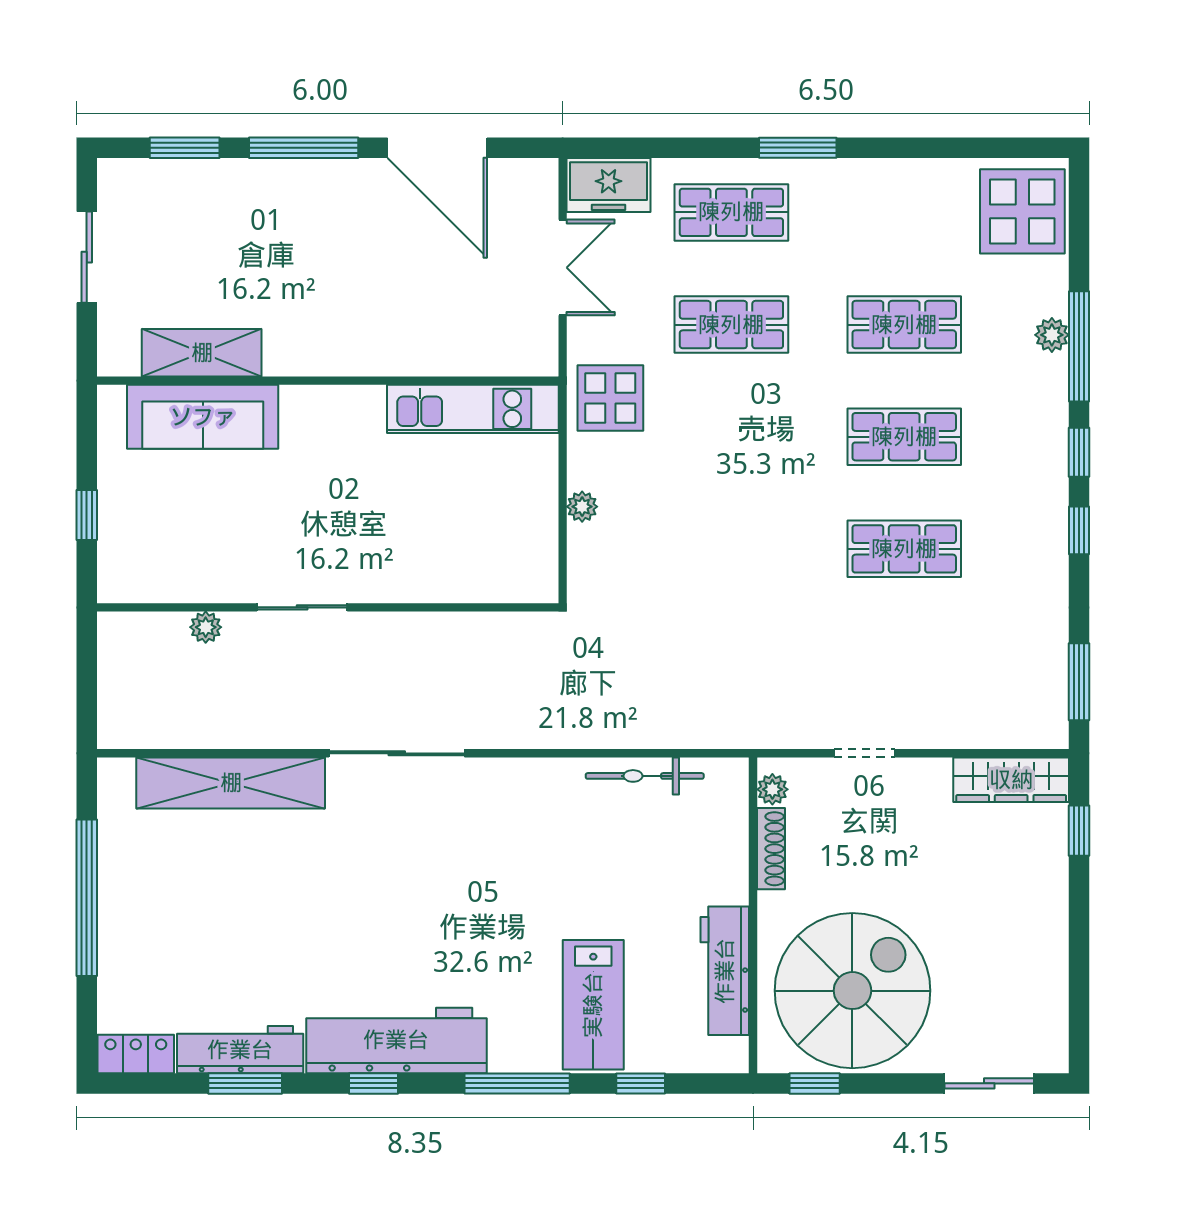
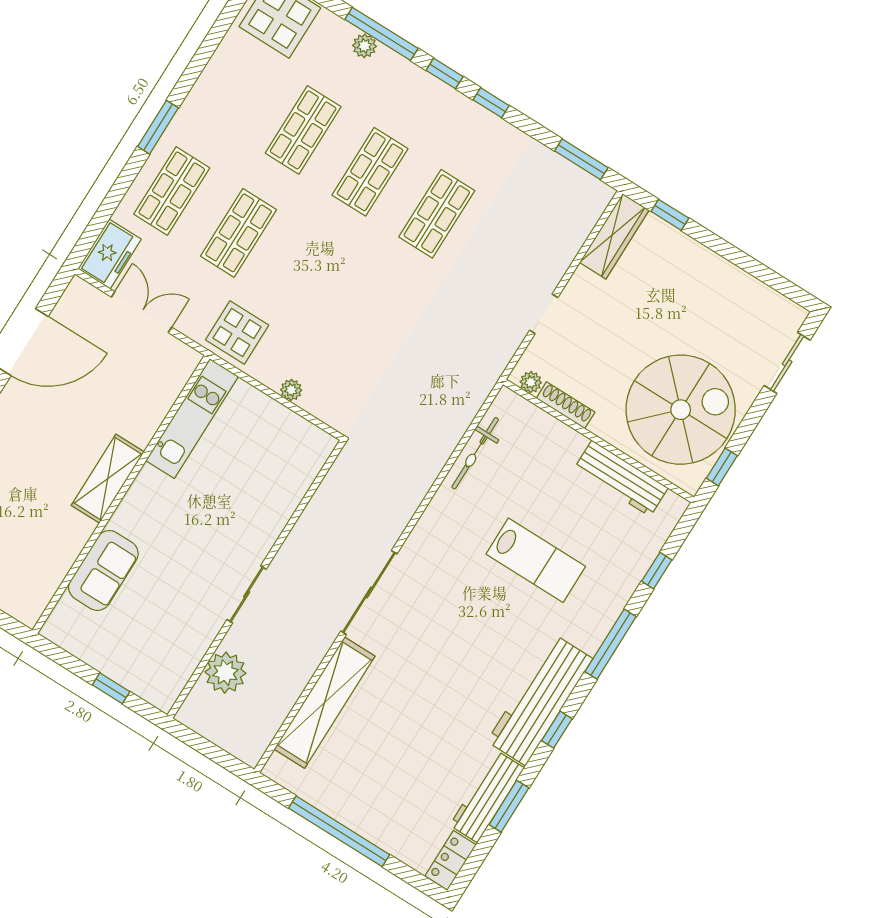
shelving: (202, 353) -> (108, 479), moved
sofa: (203, 417) -> (103, 570), width x0.73
plant: (206, 627) -> (225, 673), width x1.88, depth x1.88
spiral stairs: (852, 991) -> (681, 410), turned 90
lab bench: (593, 1005) -> (536, 560), moved

